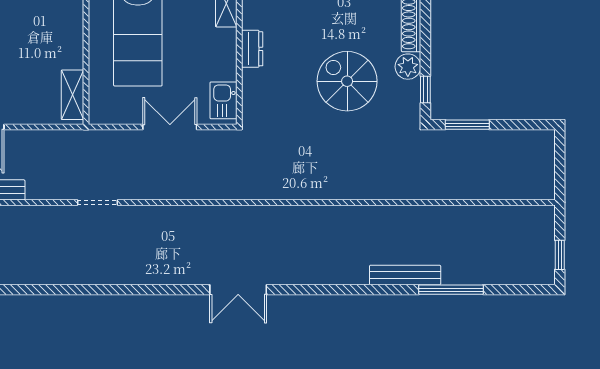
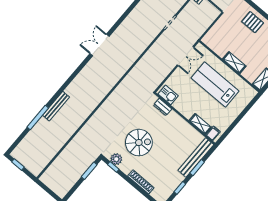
dresser: (252, 49) -> (163, 107), moved
plant: (408, 67) -> (116, 159), moved
shelving: (73, 95) -> (234, 63), moved
double door: (170, 127) -> (186, 56), moved

